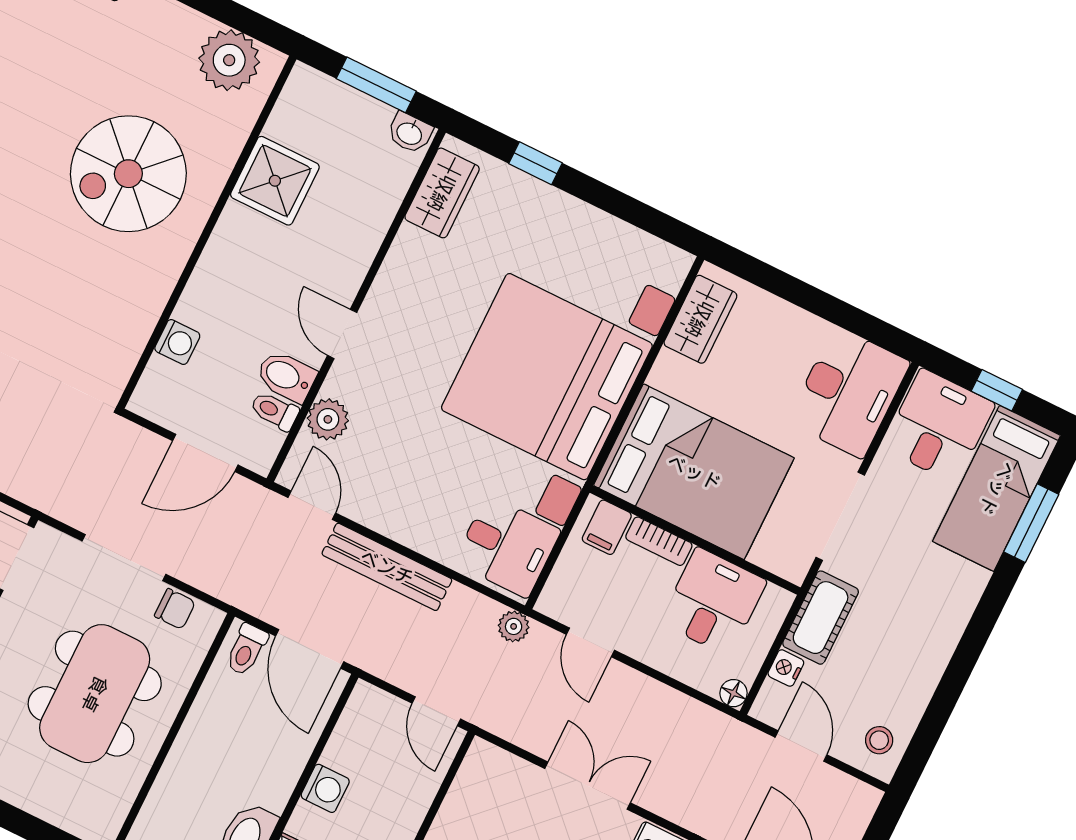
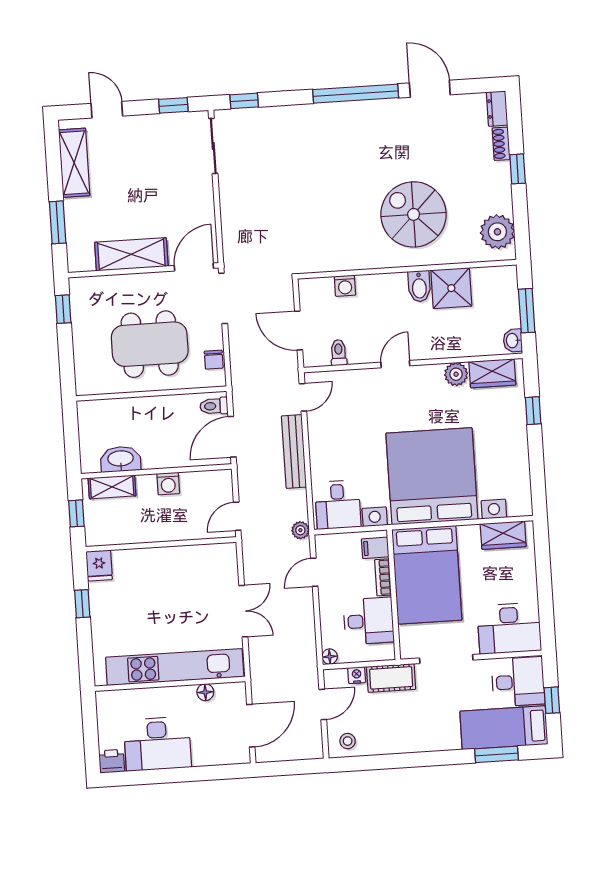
bidet: (286, 376) -> (419, 286), moved, turned 180
plant: (328, 419) -> (456, 374), moved
doorway: (124, 558) -> (223, 298), moved

